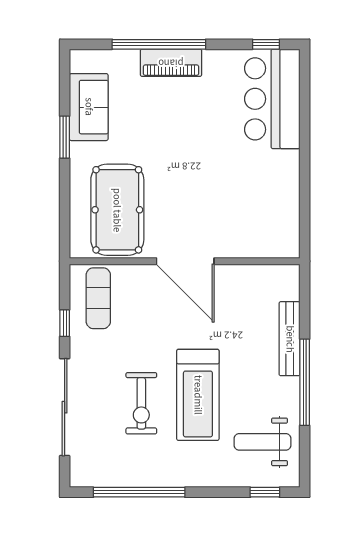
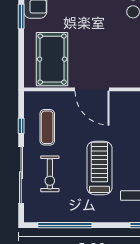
exercise mat: (98, 298) -> (47, 127), moved
treadmill: (198, 395) -> (99, 168), turned 180
exercise bike: (141, 403) -> (50, 174), moved

